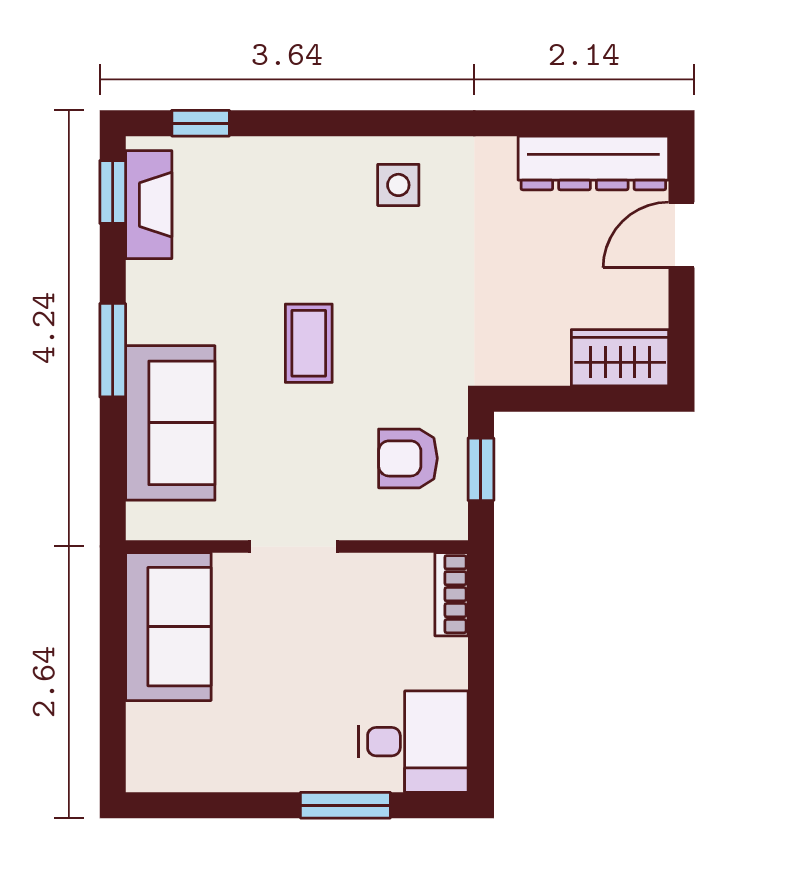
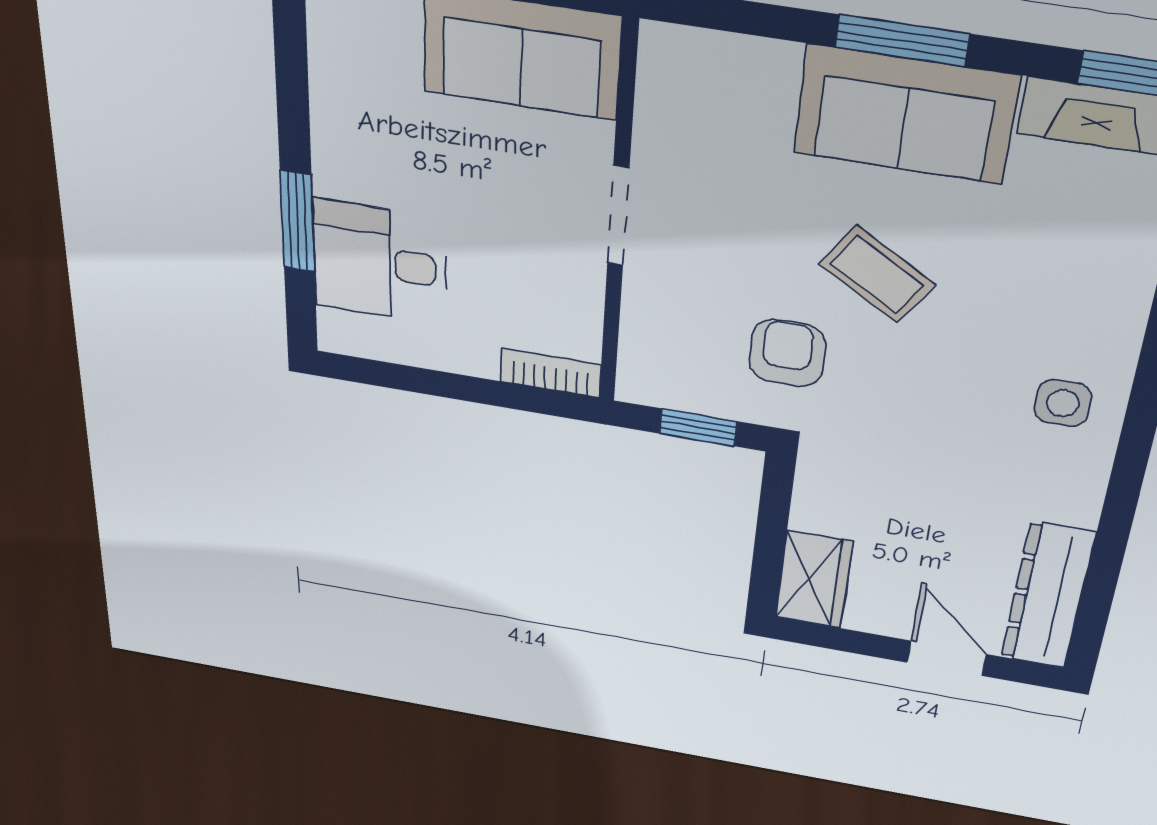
coffee table: (309, 343) -> (877, 275), turned 32
sofa: (170, 423) -> (905, 114), moved
armchair: (408, 458) -> (787, 353), moved
desk: (413, 742) -> (380, 262), moved, turned 90

